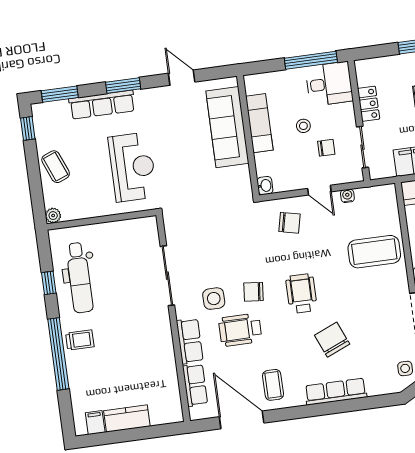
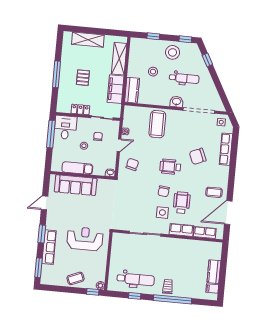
window: (28, 128) -> (93, 292), moved
wheelchair: (240, 330) -> (182, 203), turned 180
row of seats: (336, 392) -> (226, 149), moved

